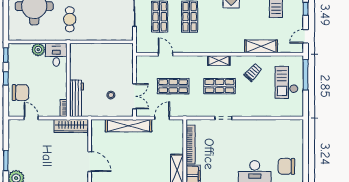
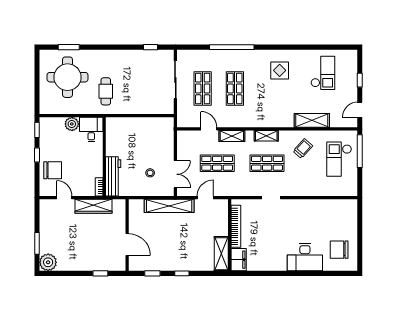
shelving: (187, 61) -> (232, 136), added
wardrobe: (71, 126) -> (94, 206), moved

